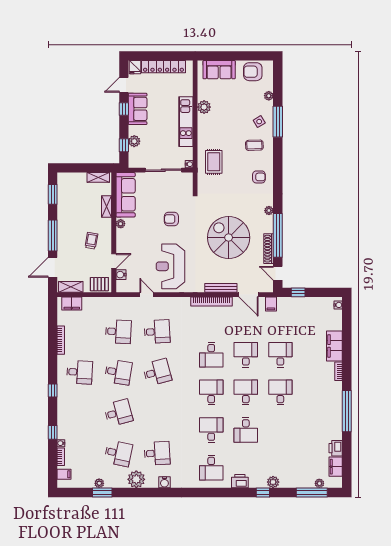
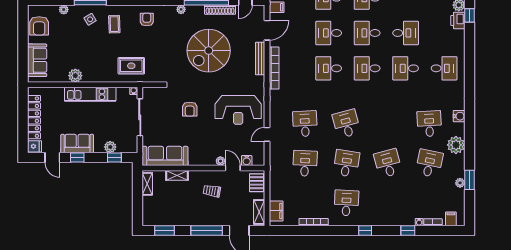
plant: (121, 224) -> (220, 161), moved
desk: (211, 355) -> (329, 68), turned 180
printer: (240, 481) -> (458, 20), moved

